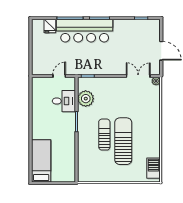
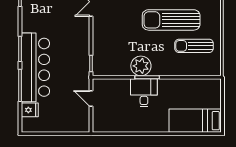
plant: (86, 99) -> (141, 66), moved
desk: (64, 101) -> (144, 93), moved
sun lounger: (104, 135) -> (194, 46), moved

